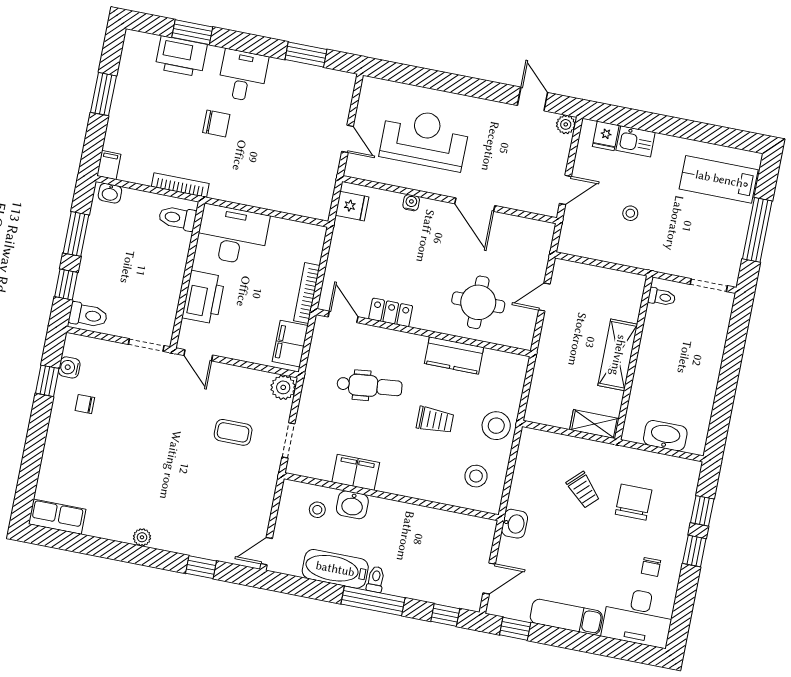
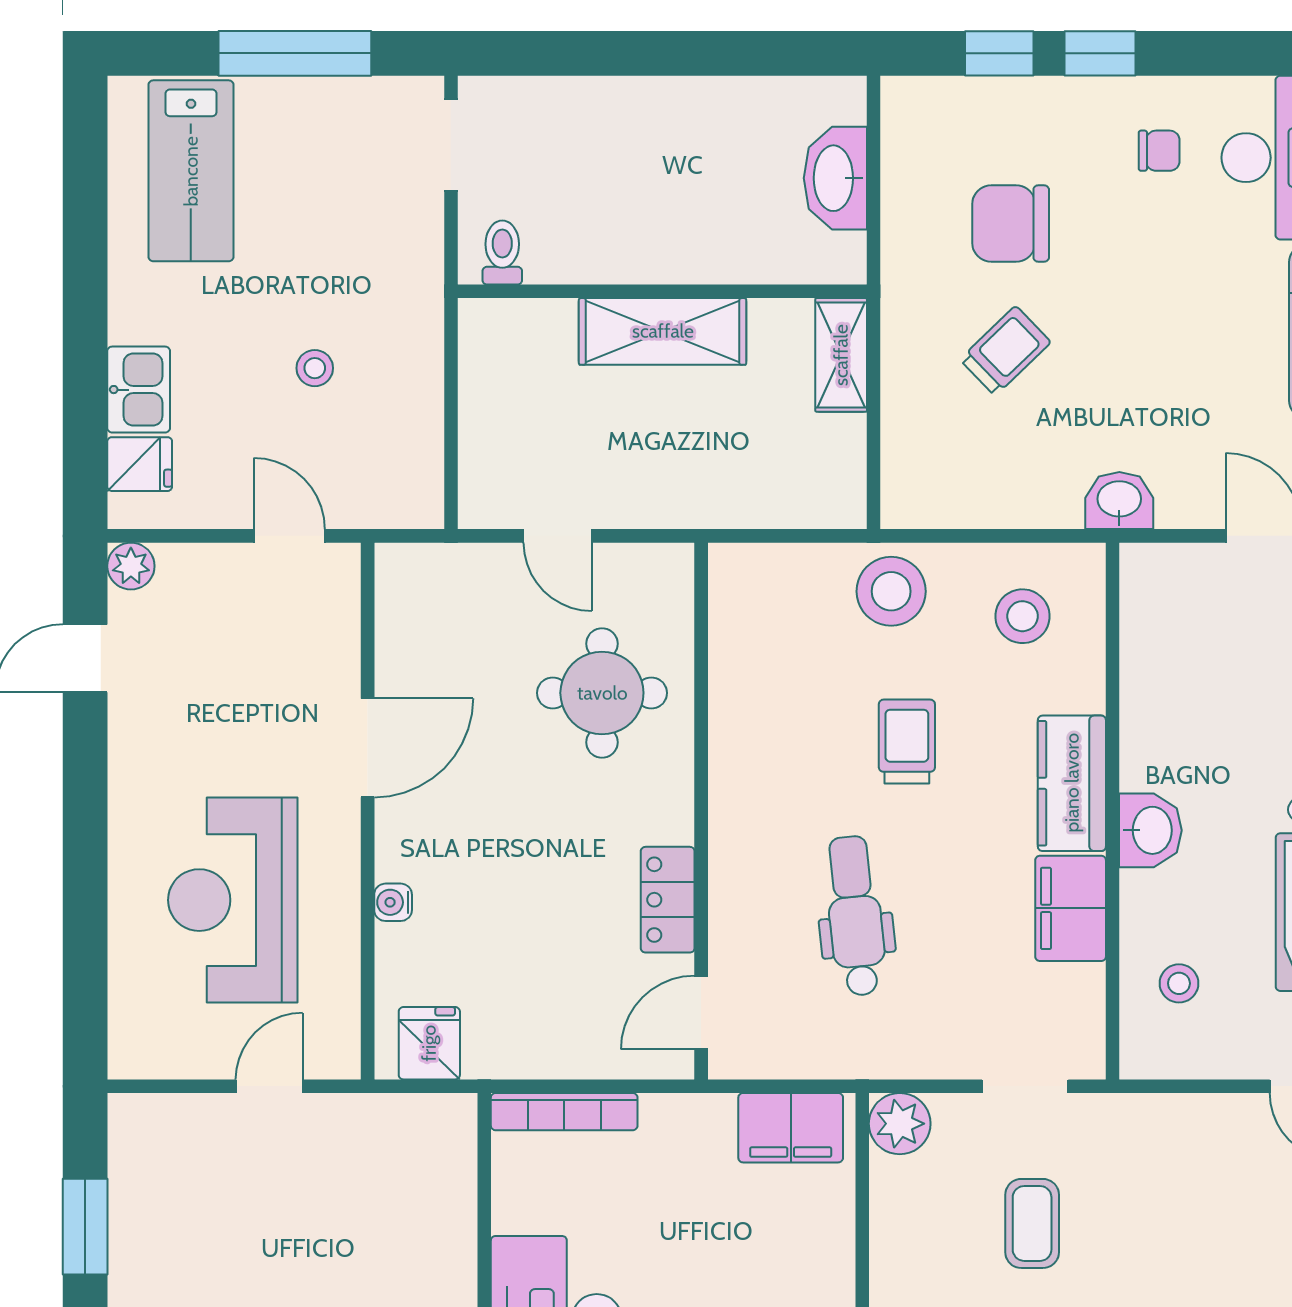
bookcase: (307, 293) -> (564, 1112), moved
kitchen counter: (454, 355) -> (1072, 783), moved, turned 180
washbasin: (352, 505) -> (1150, 830), moved

